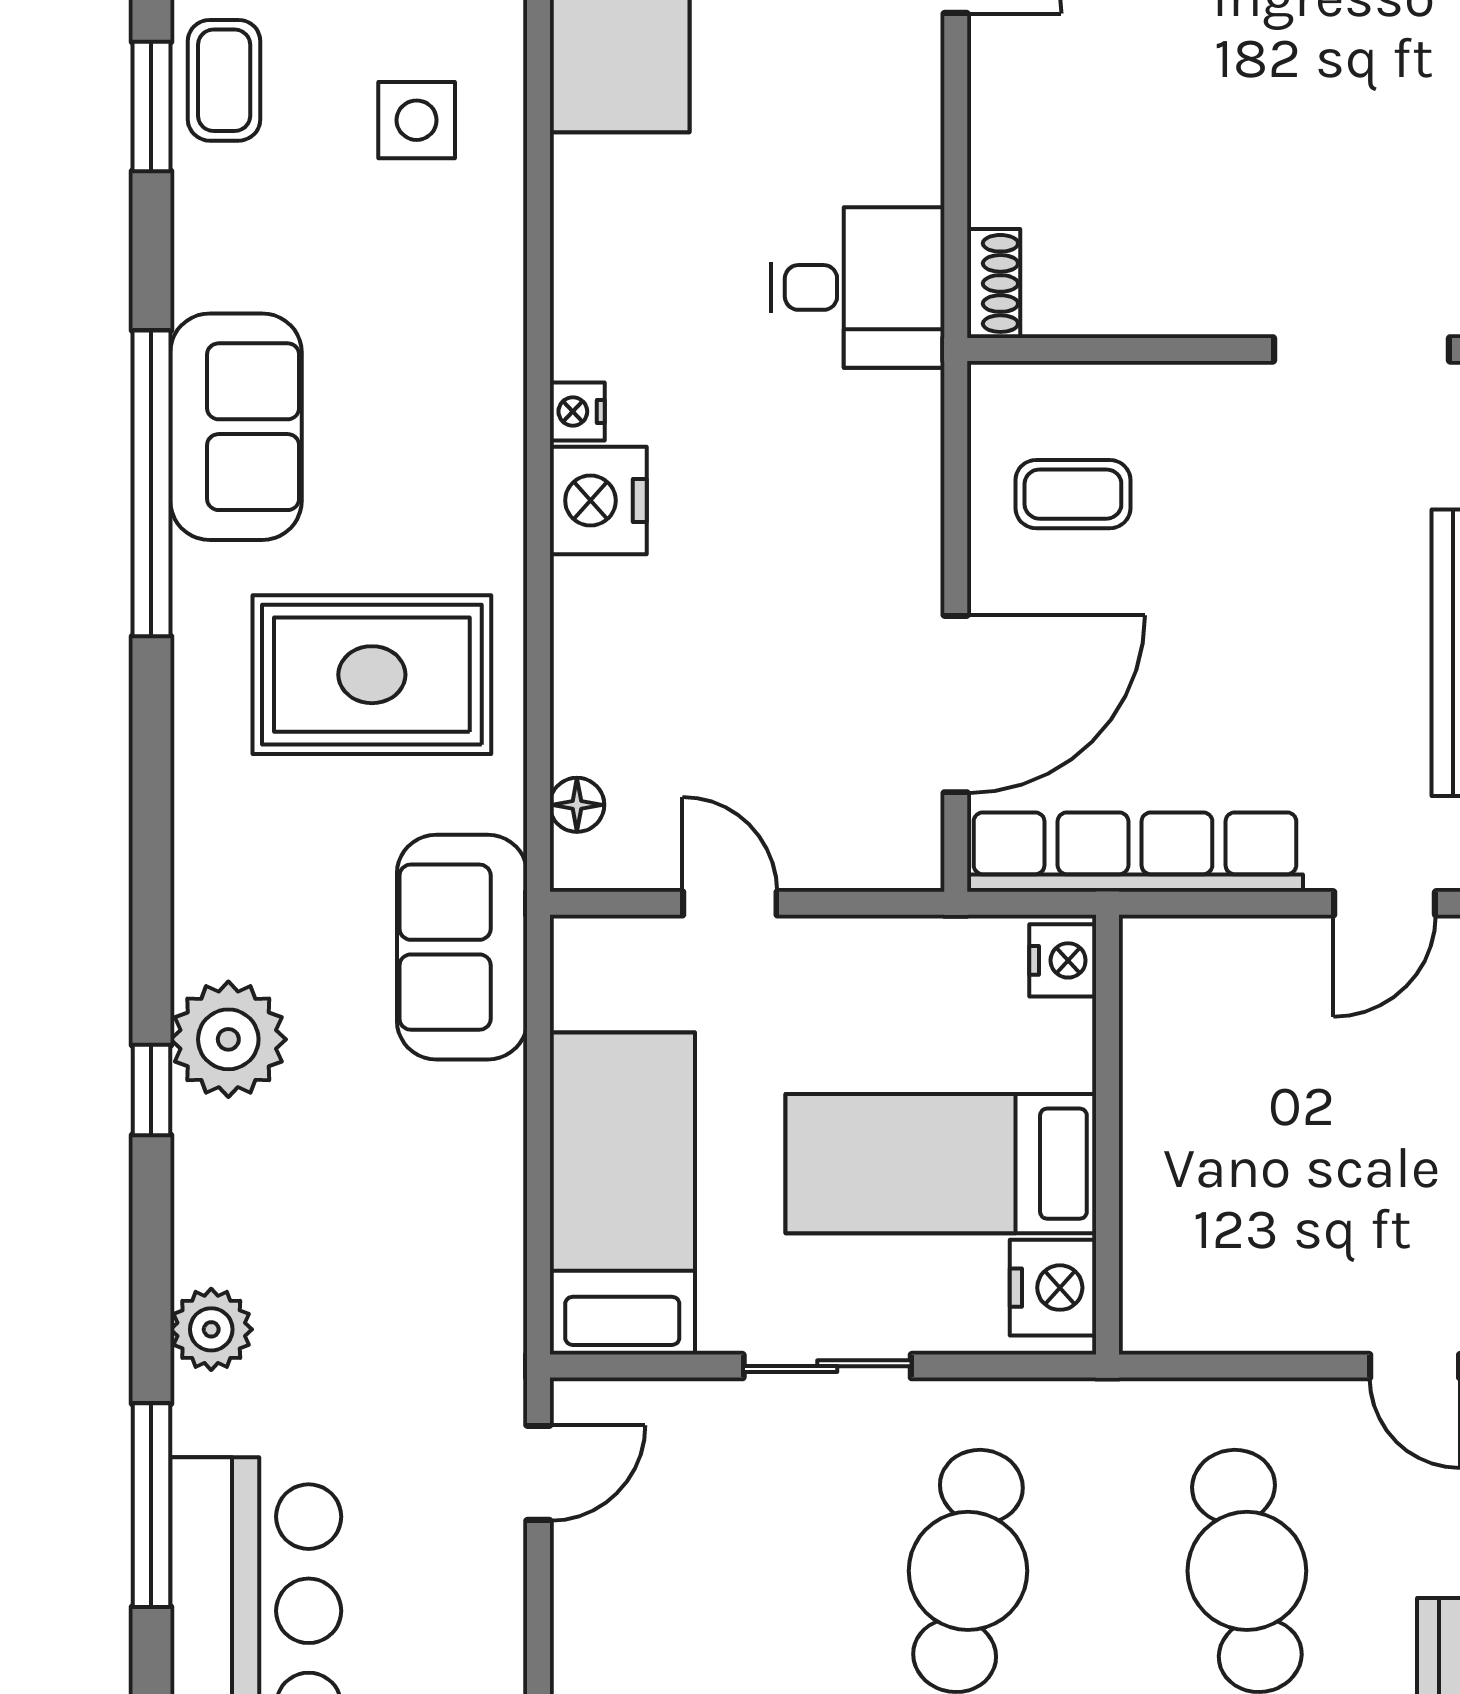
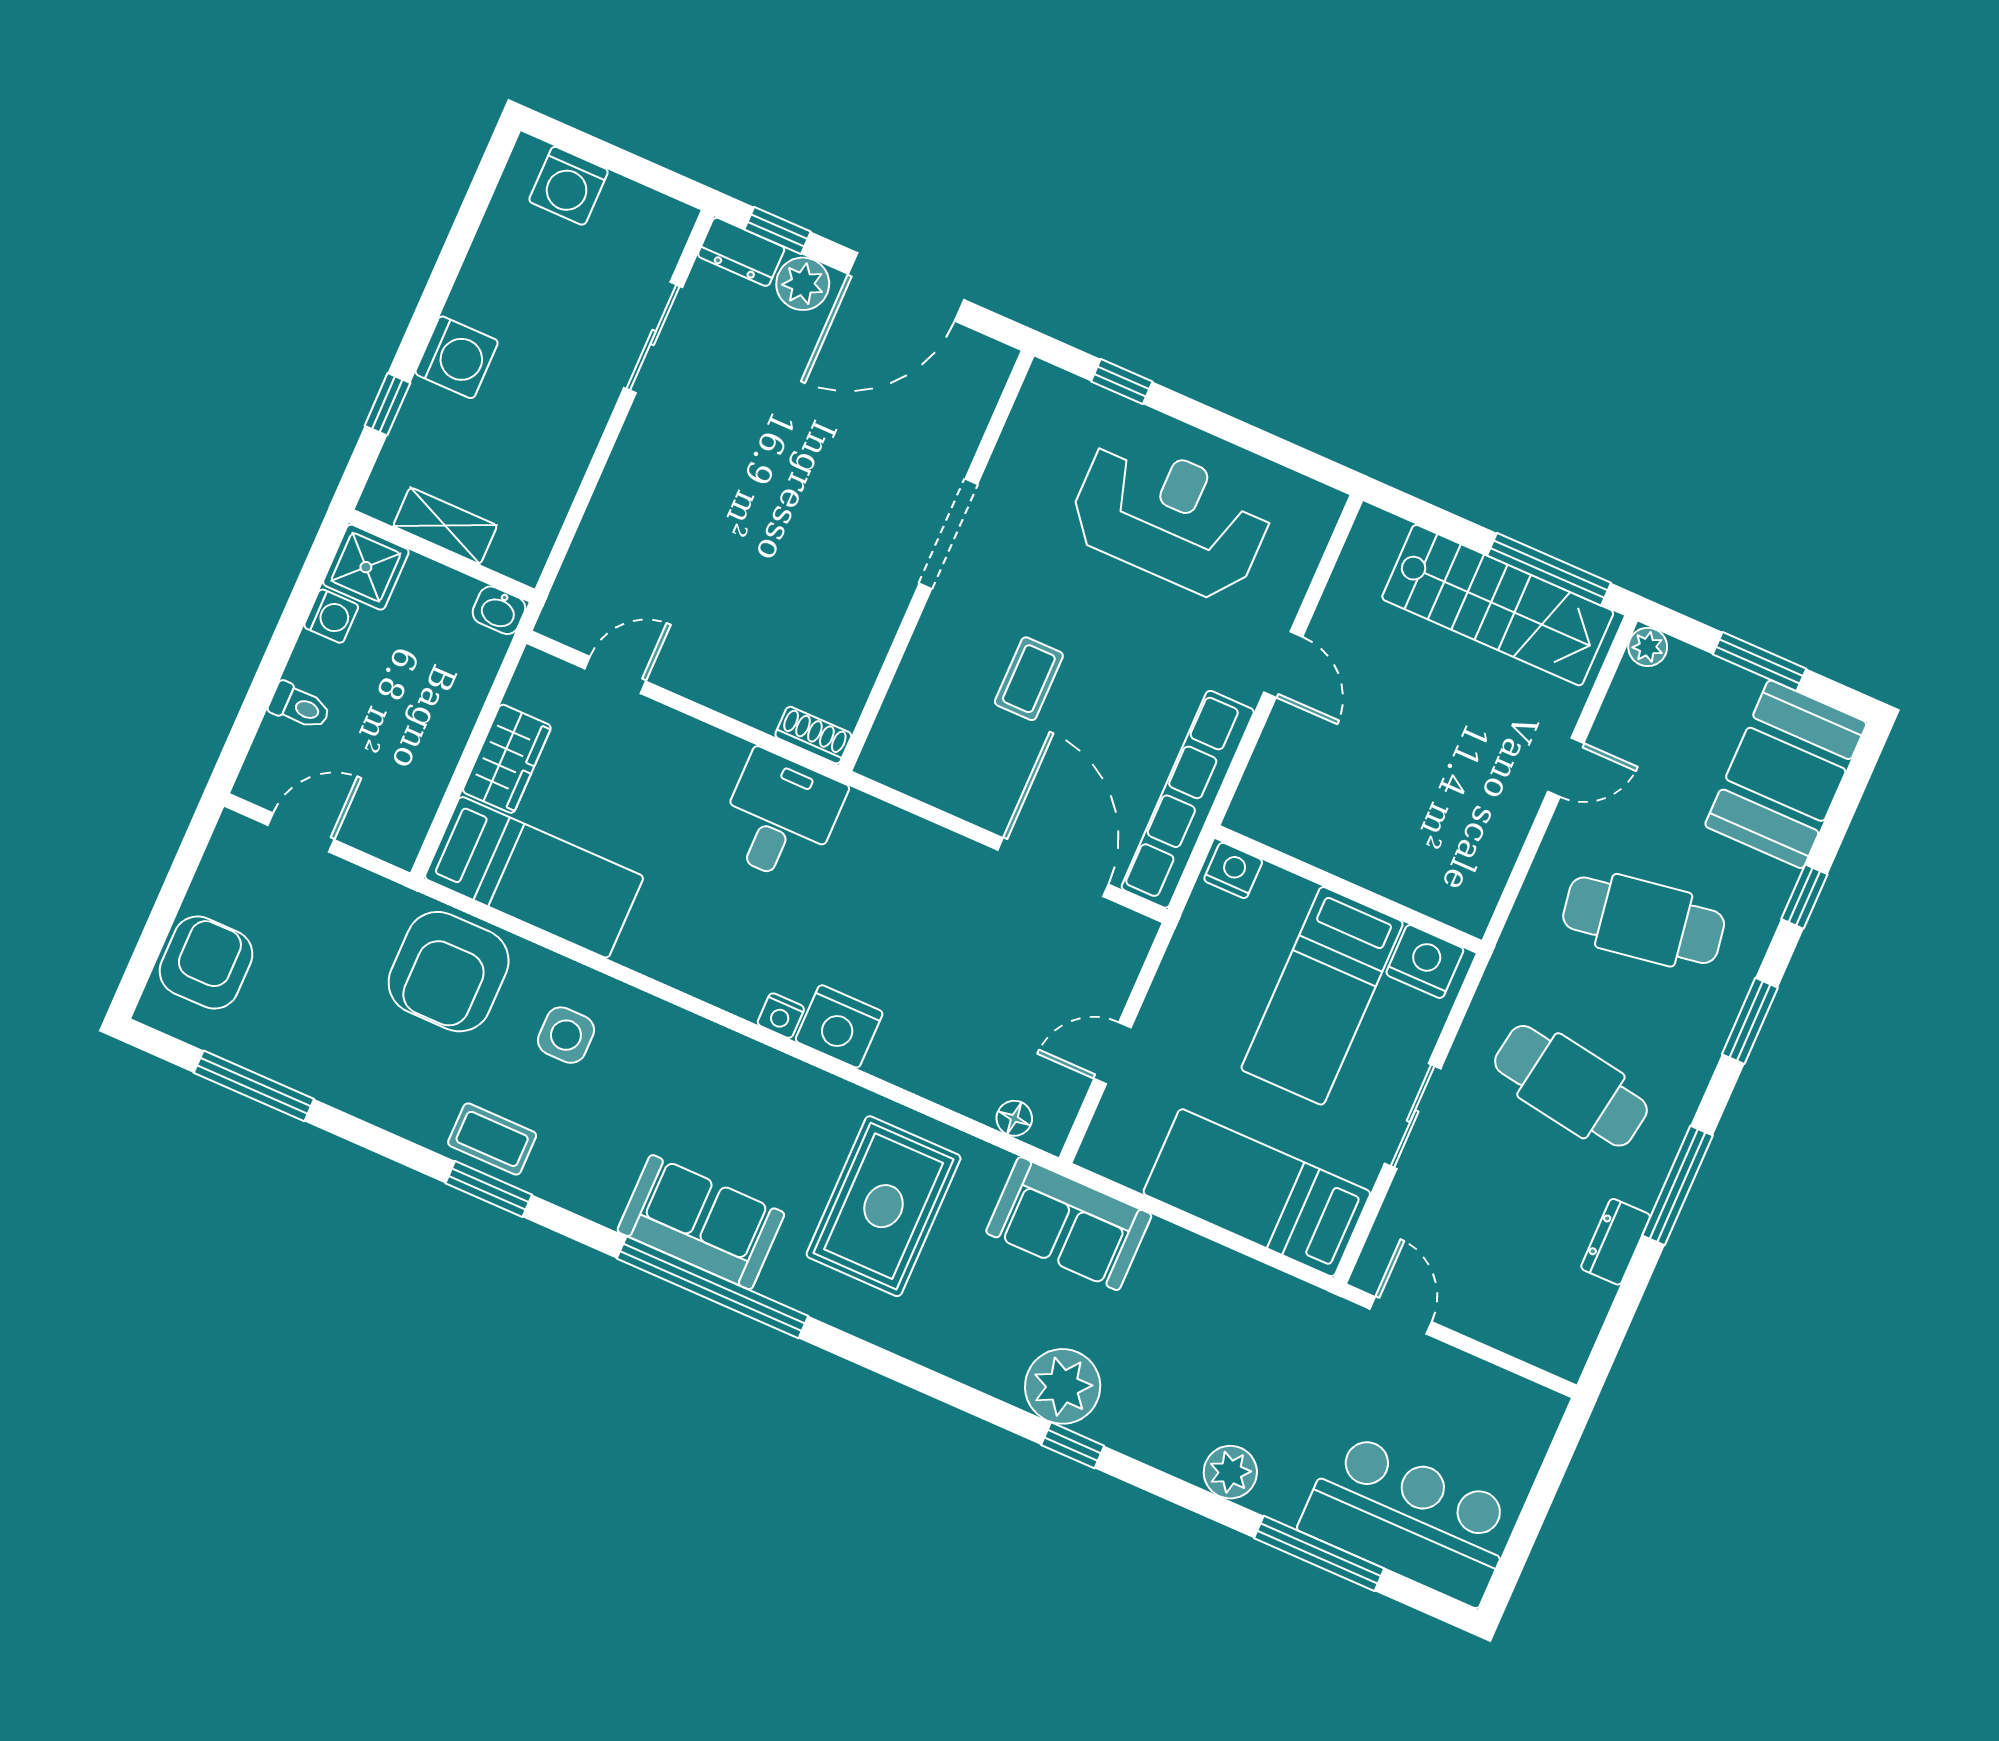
coffee table: (1073, 494) -> (1029, 679), moved

